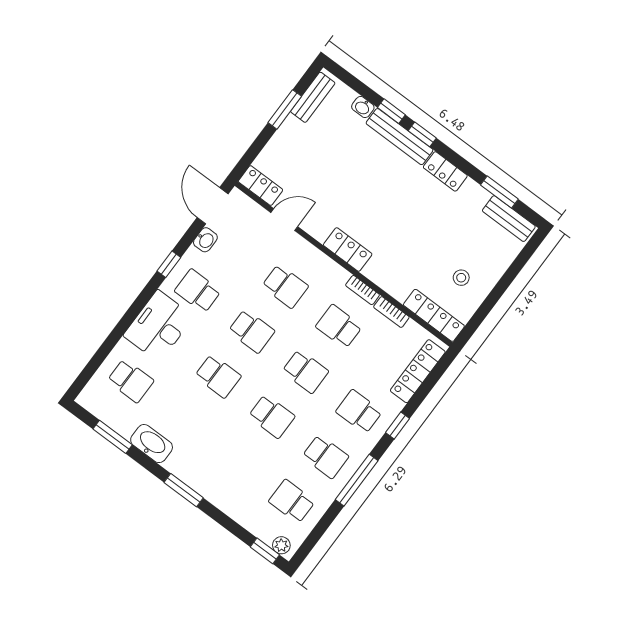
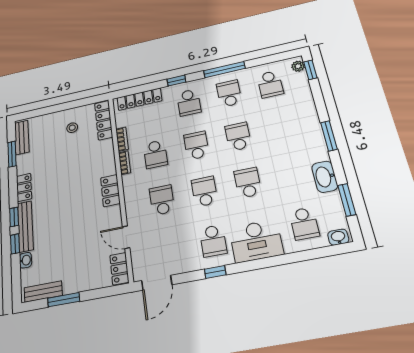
washbasin: (205, 240) -> (338, 237), moved
school desk: (131, 381) -> (304, 223), turned 180

